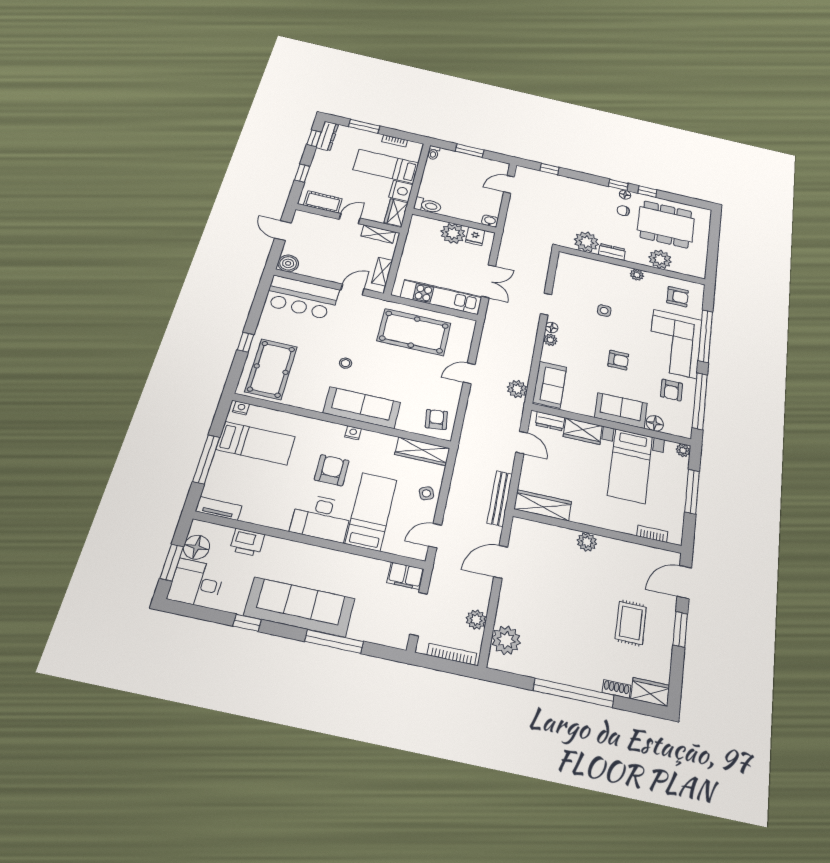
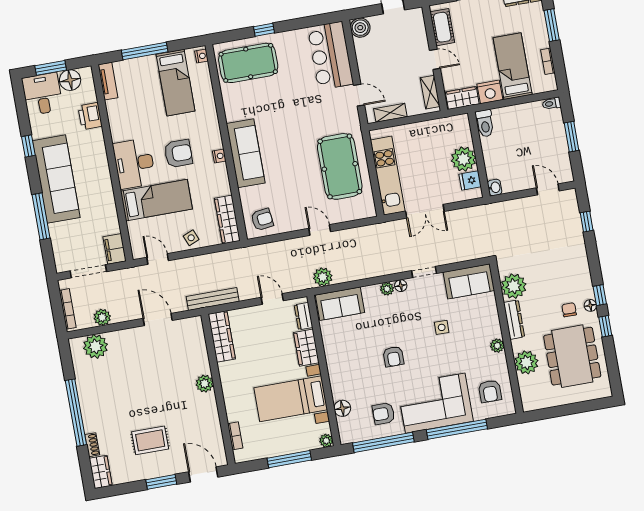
dresser: (612, 252) -> (514, 320), width x1.44
stool: (346, 363) -> (282, 122), removed
sofa: (621, 410) -> (469, 281), moved, turned 90
door: (522, 442) -> (272, 299), swing flipped

